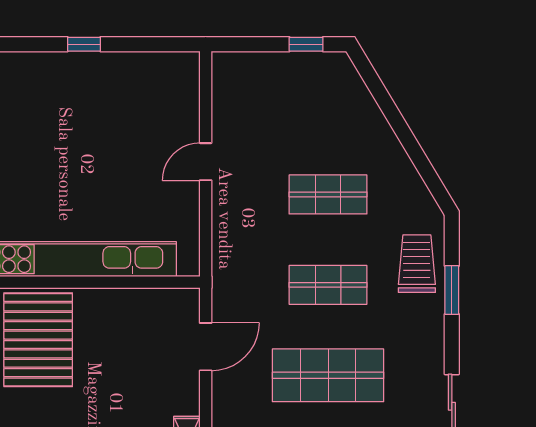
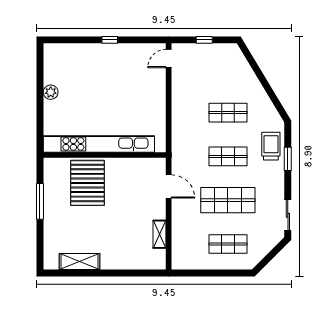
window: (306, 44) -> (204, 40), moved
door: (206, 162) -> (169, 59), moved
door: (206, 347) -> (169, 186), hinge flipped

